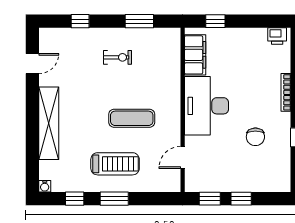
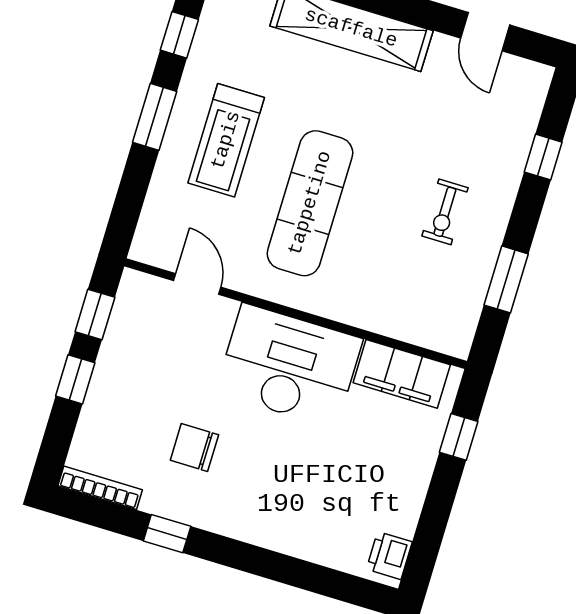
bookcase: (286, 92) -> (100, 488), moved
exercise mat: (132, 118) -> (310, 203), width x1.36, depth x1.45

